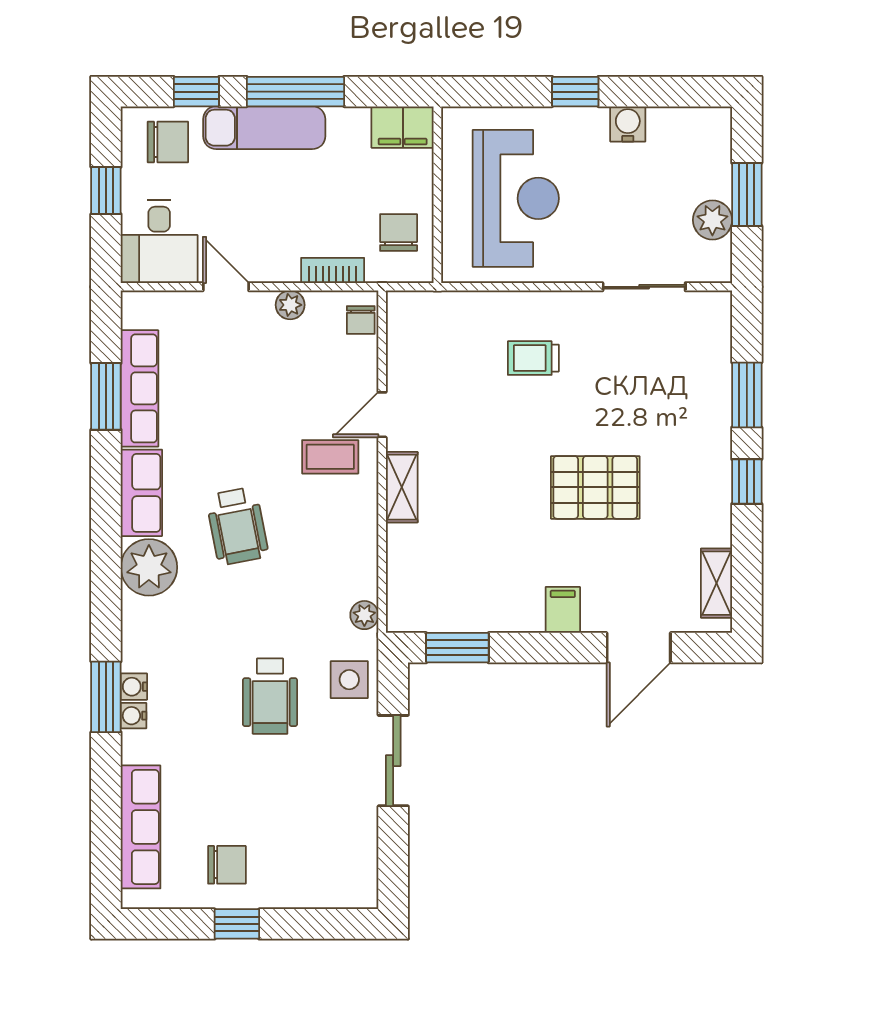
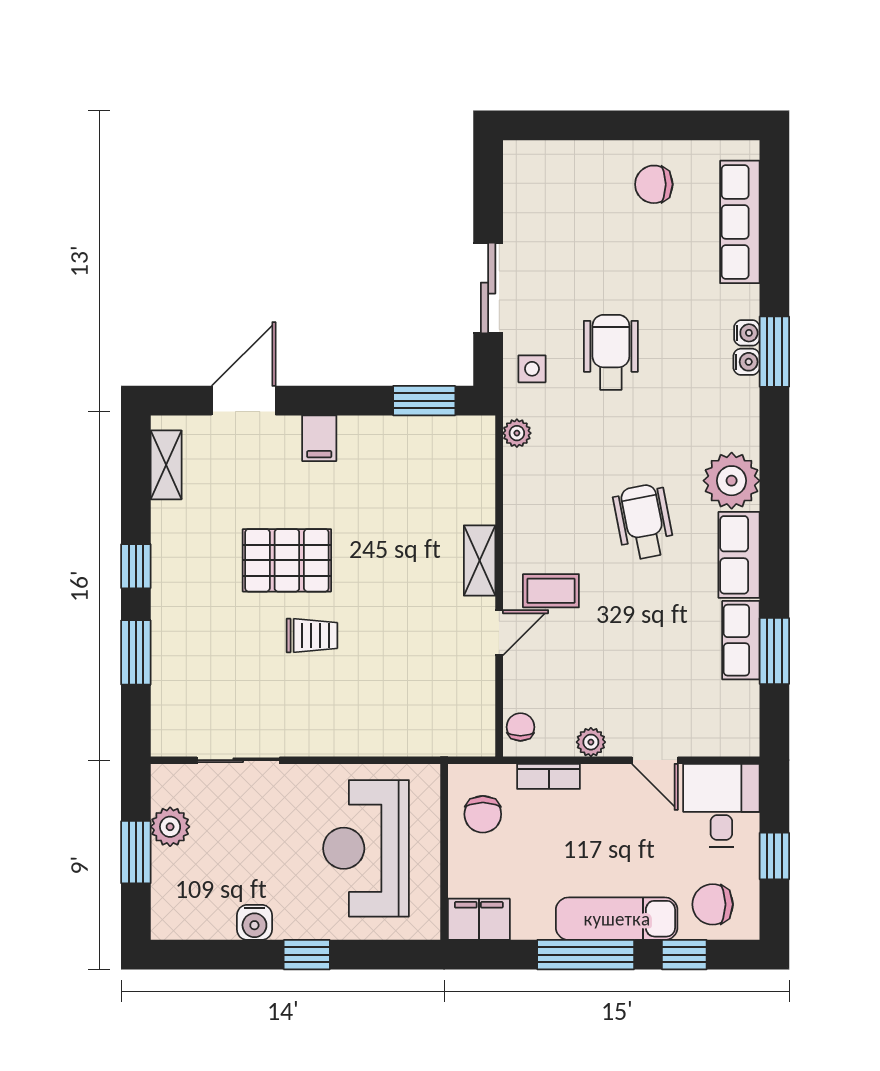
trolley: (533, 358) -> (312, 635), moved
row of seats: (139, 388) -> (741, 640), width x0.68
side table: (349, 680) -> (532, 369), width x0.73, depth x0.73
window: (237, 924) -> (644, 125), removed

